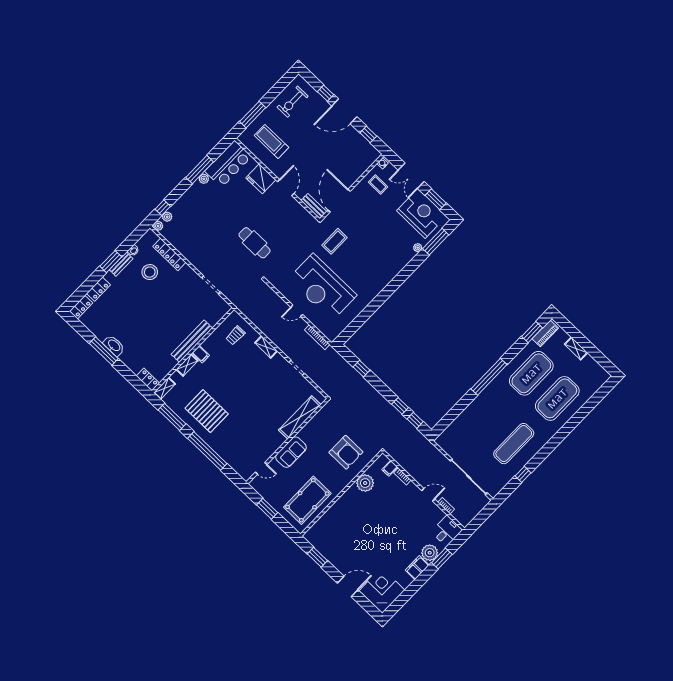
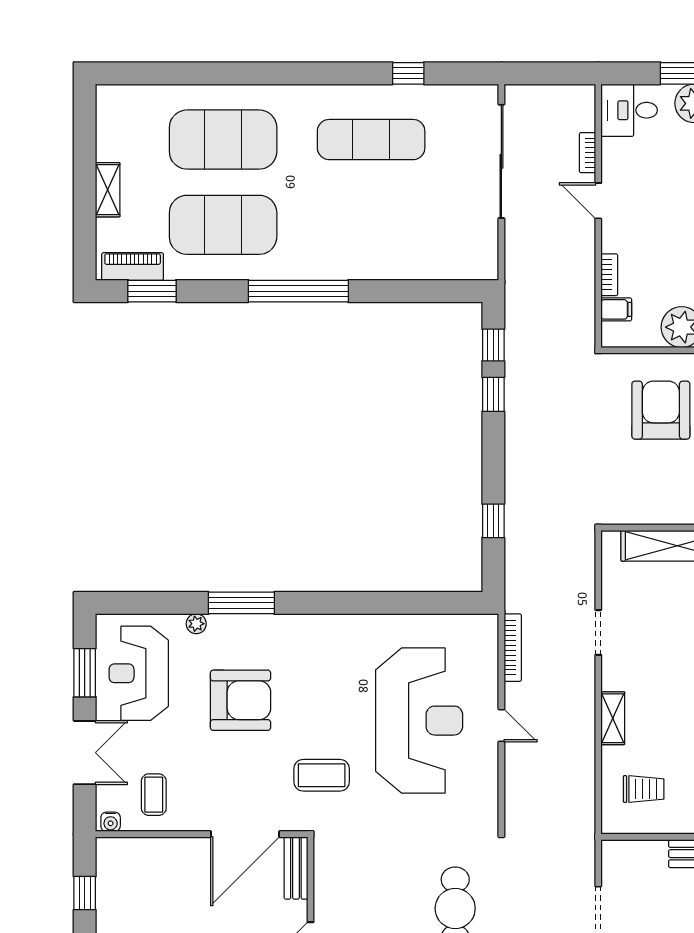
armchair: (381, 239) -> (240, 700), added
window: (436, 242) -> (241, 603), moved

